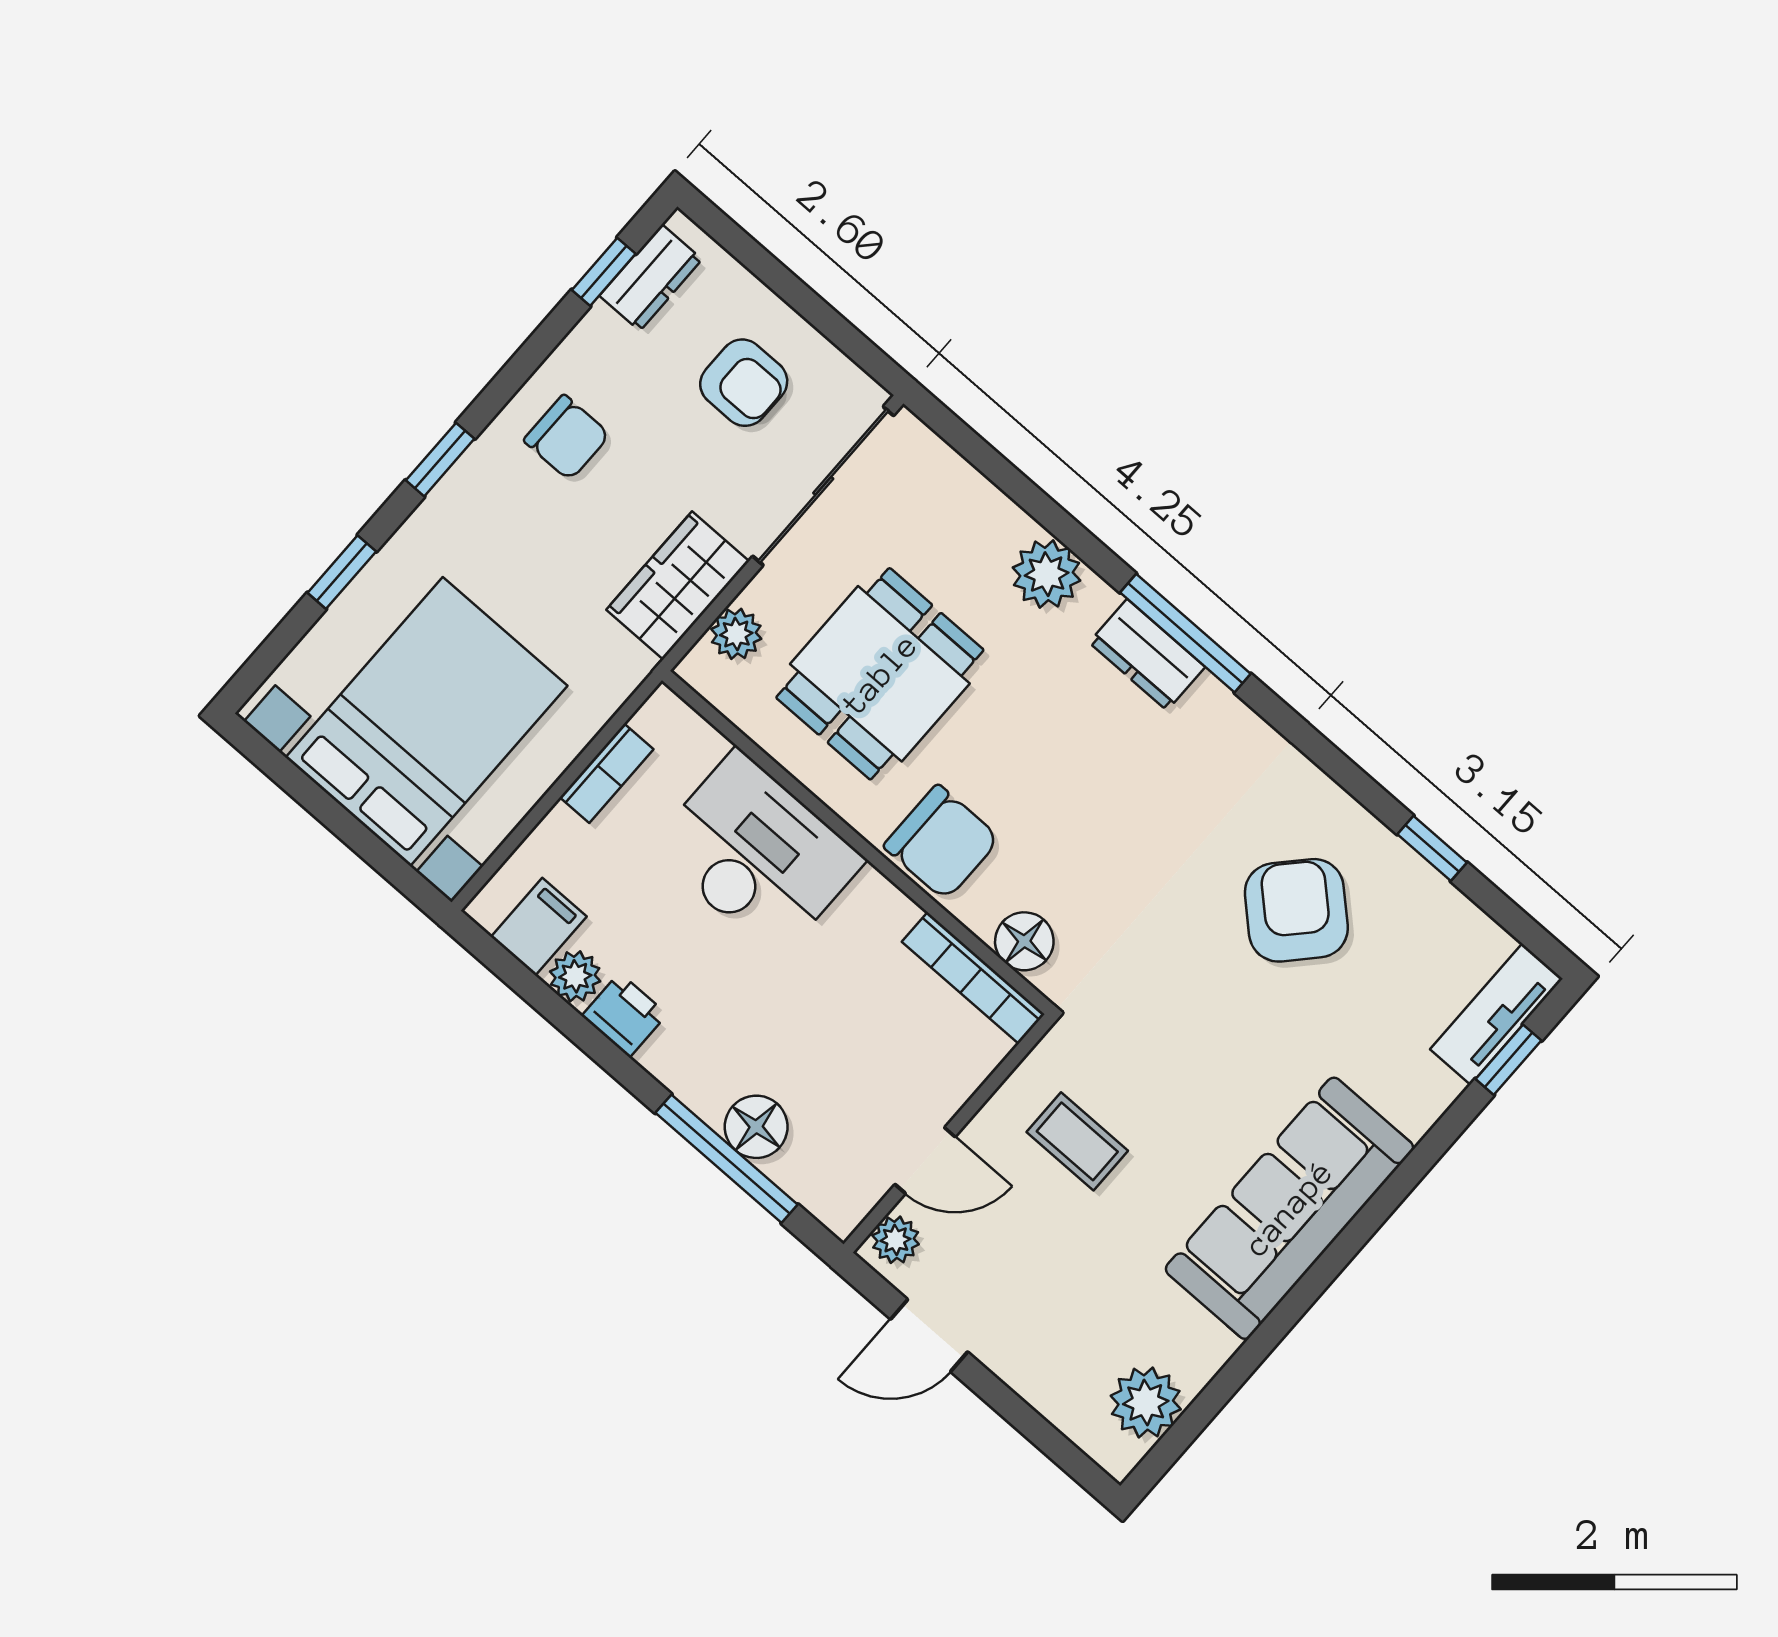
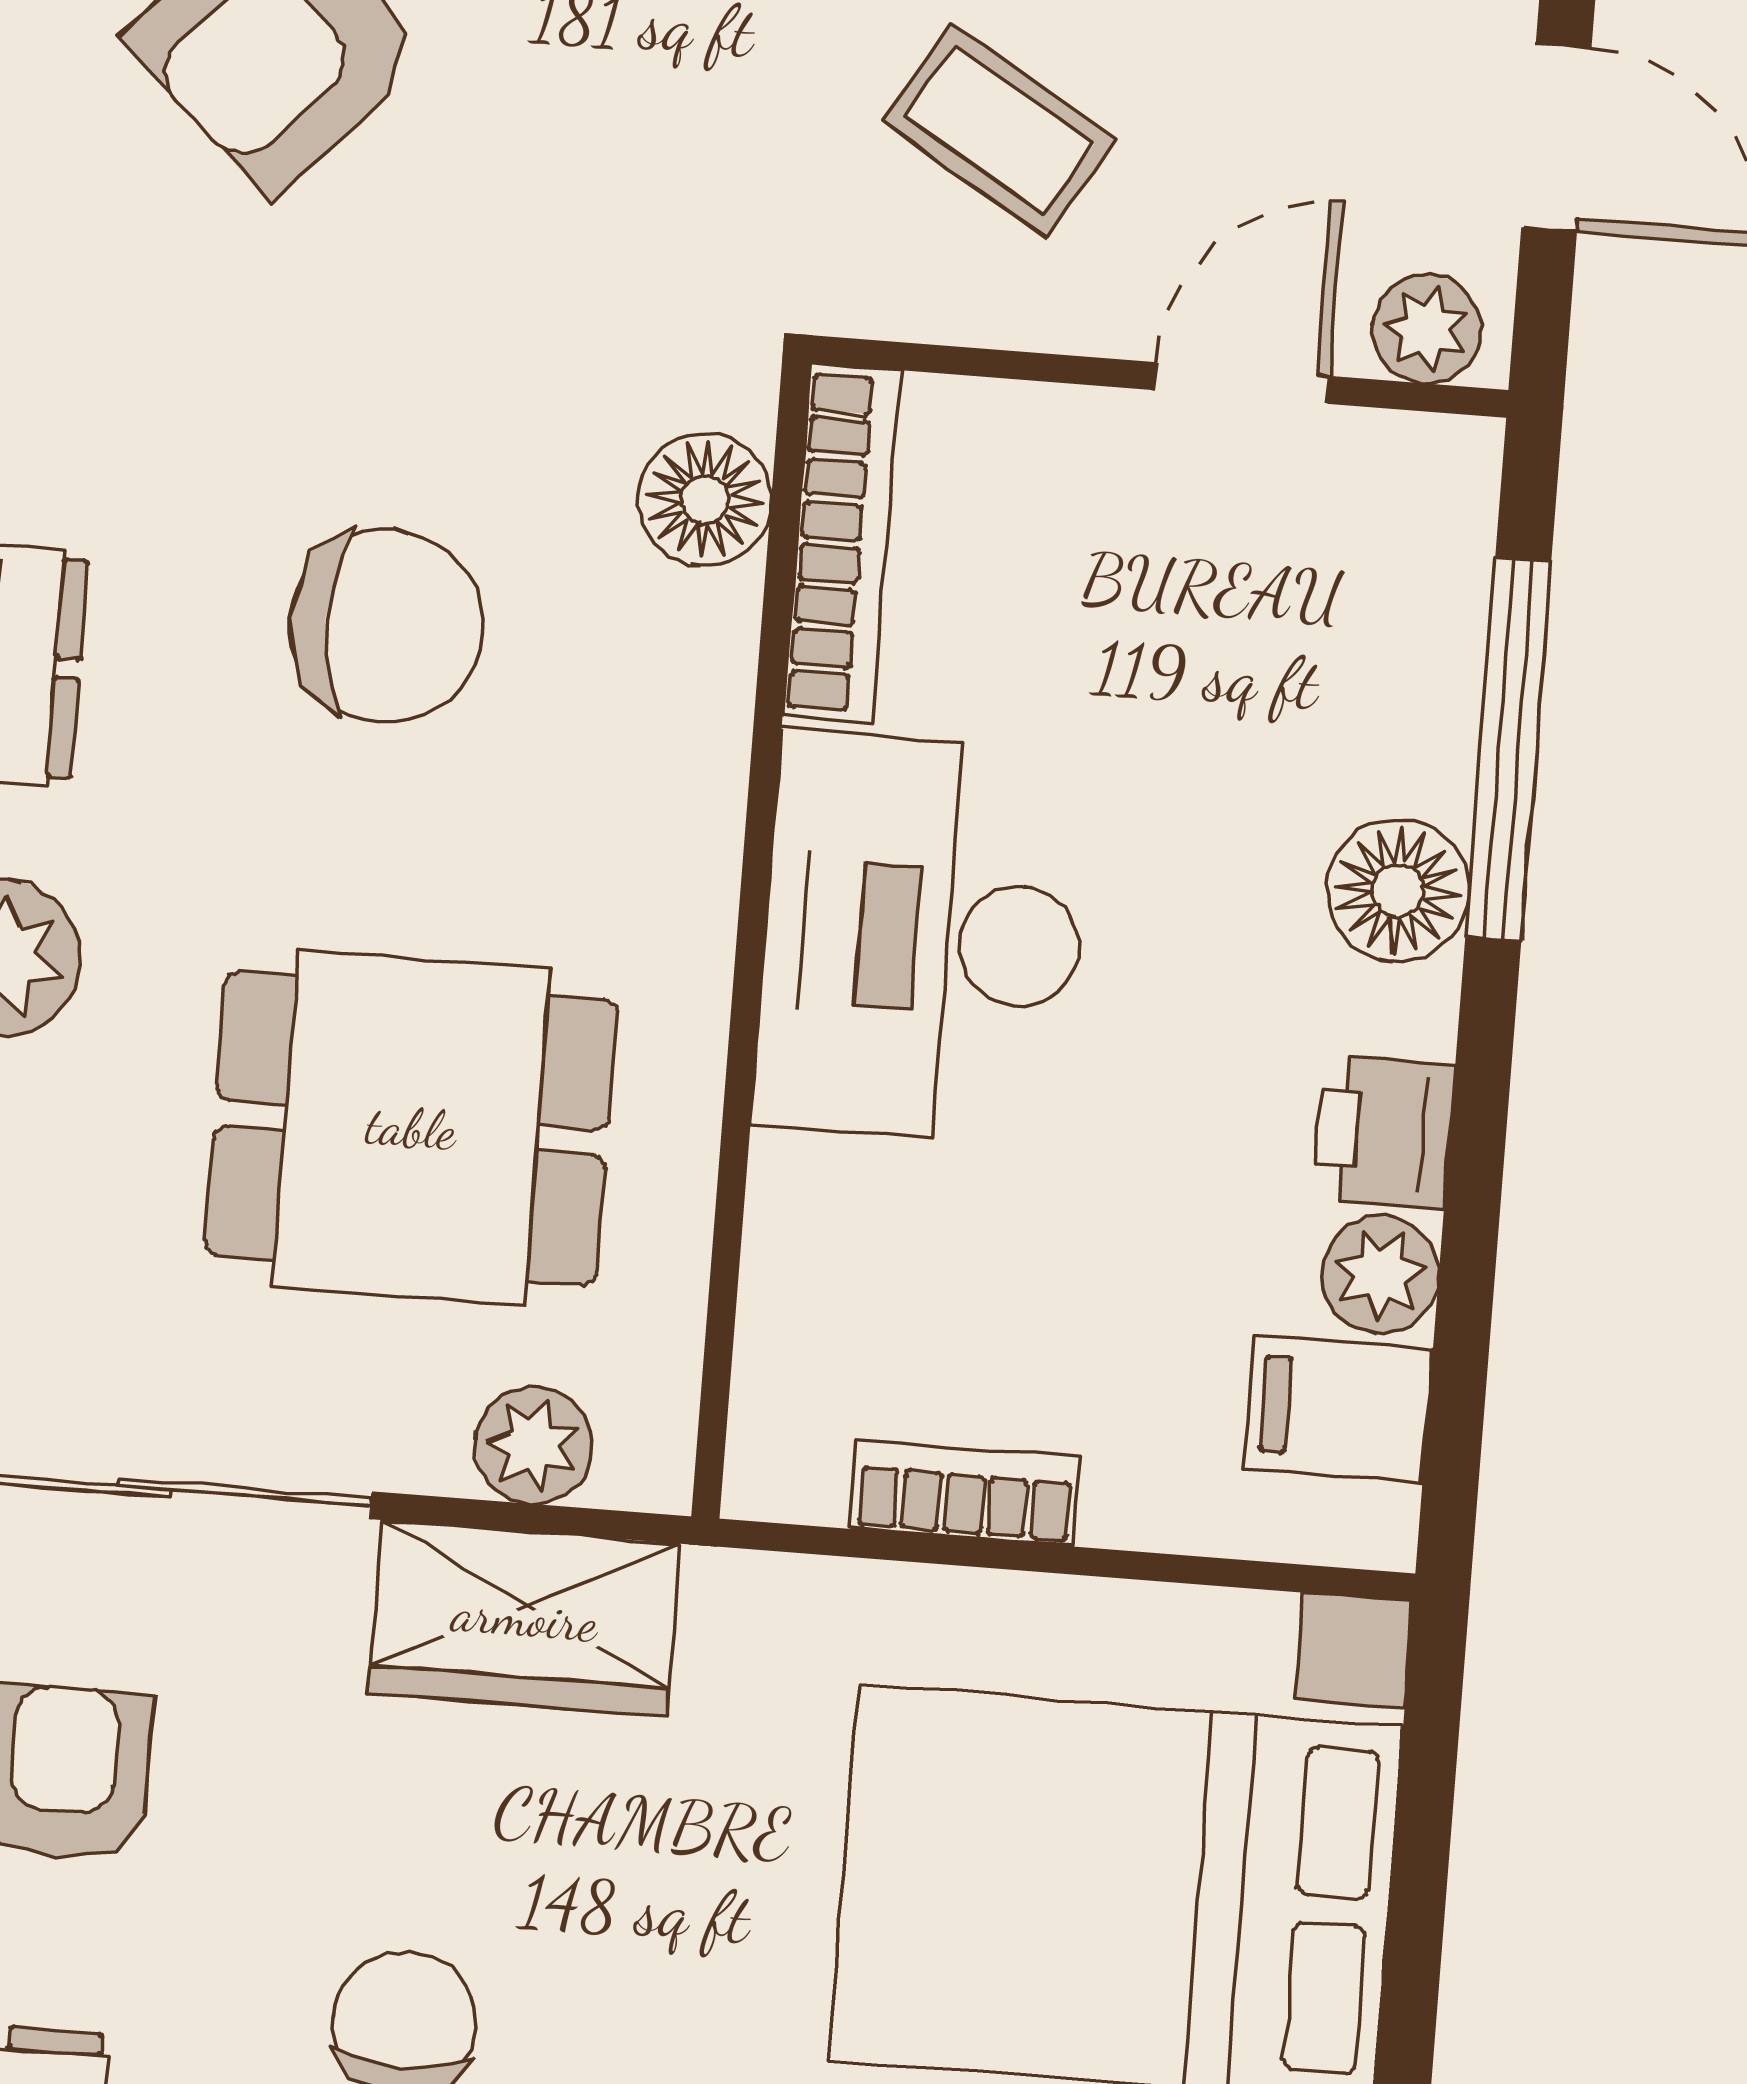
chair: (942, 842) -> (386, 626), moved, turned 90
desk: (757, 854) -> (922, 939), moved
floor lamp: (756, 1127) -> (1397, 890), moved
coffee table: (1077, 1141) -> (999, 130), turned -59
door: (925, 1161) -> (1242, 383), hinge flipped

